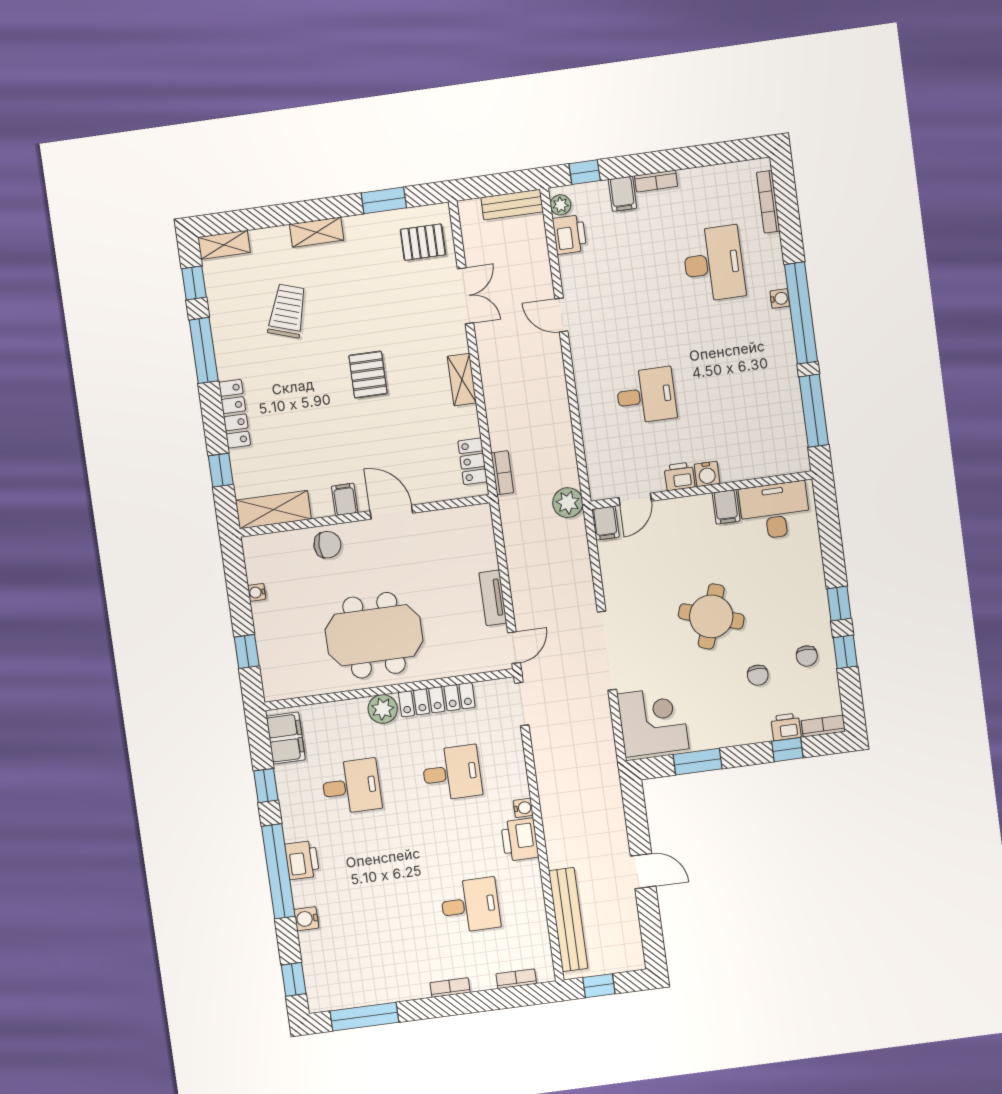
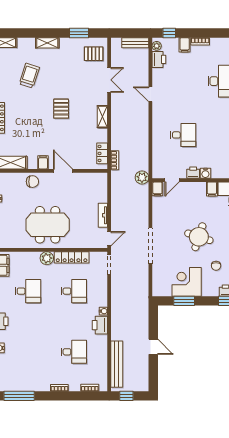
corner desk: (653, 721) -> (187, 282), moved, turned -90

